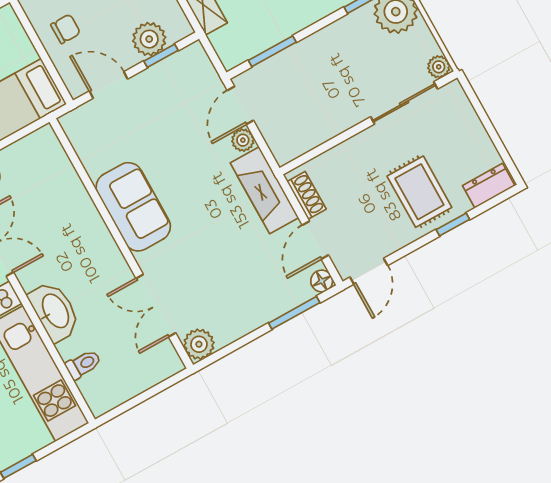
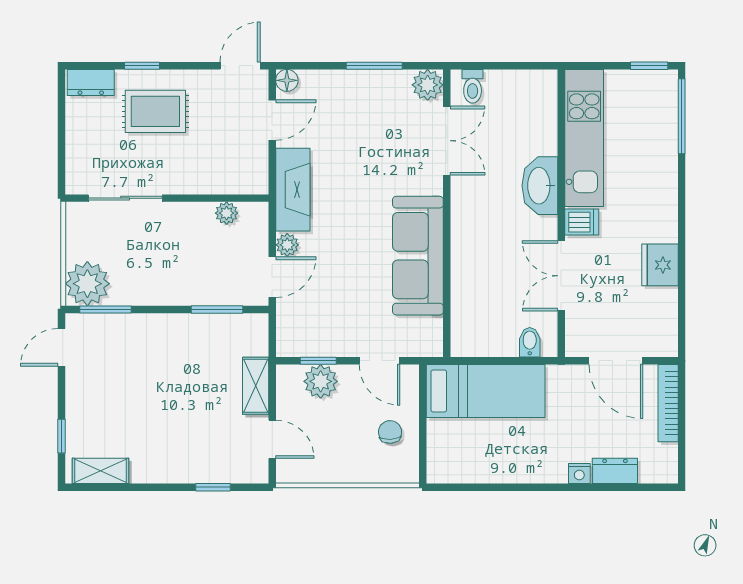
chair: (66, 29) -> (390, 432), turned 87
plant: (439, 67) -> (227, 213), moved
rug: (419, 192) -> (155, 111), turned 90
shoe rack: (307, 195) -> (258, 164), removed
sofa: (133, 207) -> (418, 256), width x1.36
window: (294, 313) -> (374, 66), moved
toilet: (83, 364) -> (473, 86), moved, turned -90

